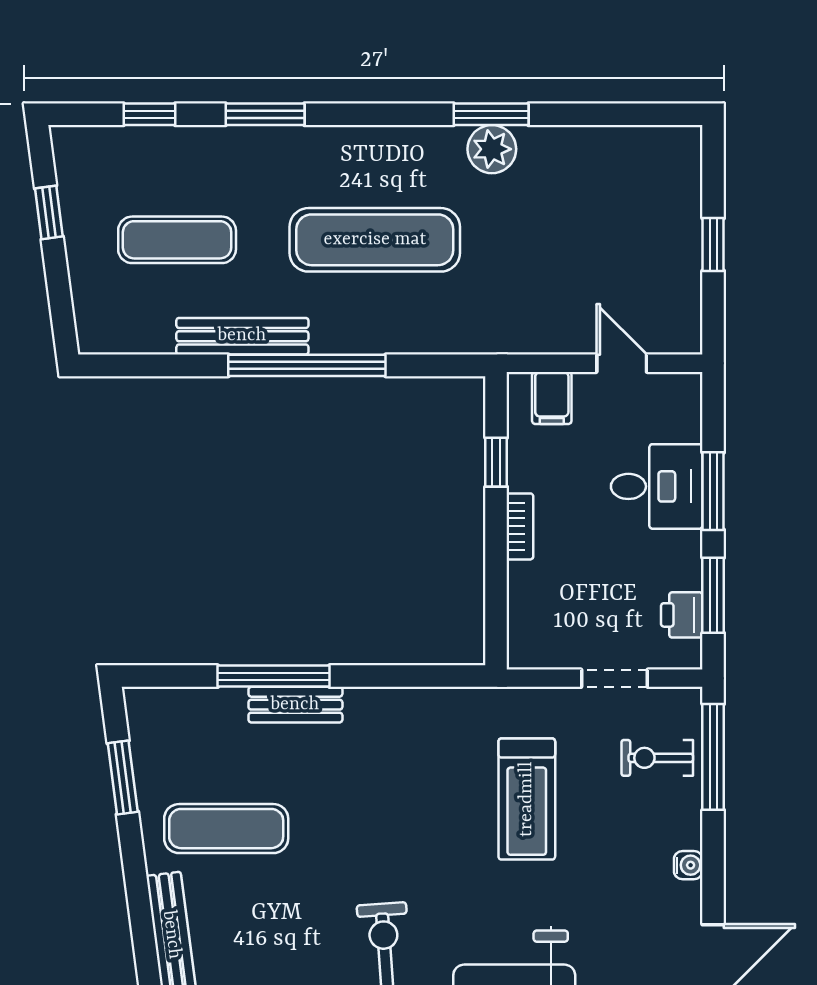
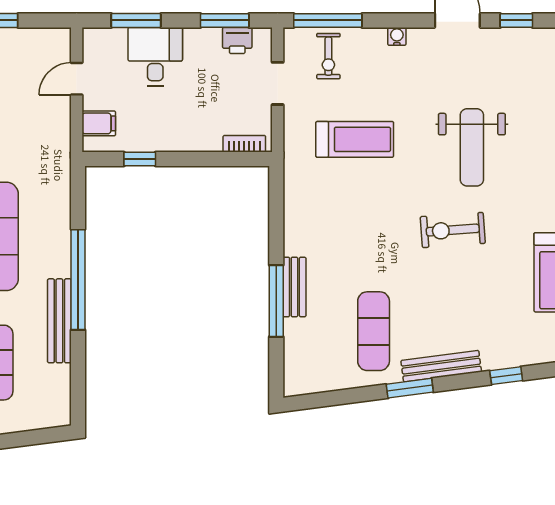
window: (713, 491) -> (136, 20), moved
bookcase: (520, 526) -> (244, 144), moved
window: (123, 778) -> (410, 388), moved

